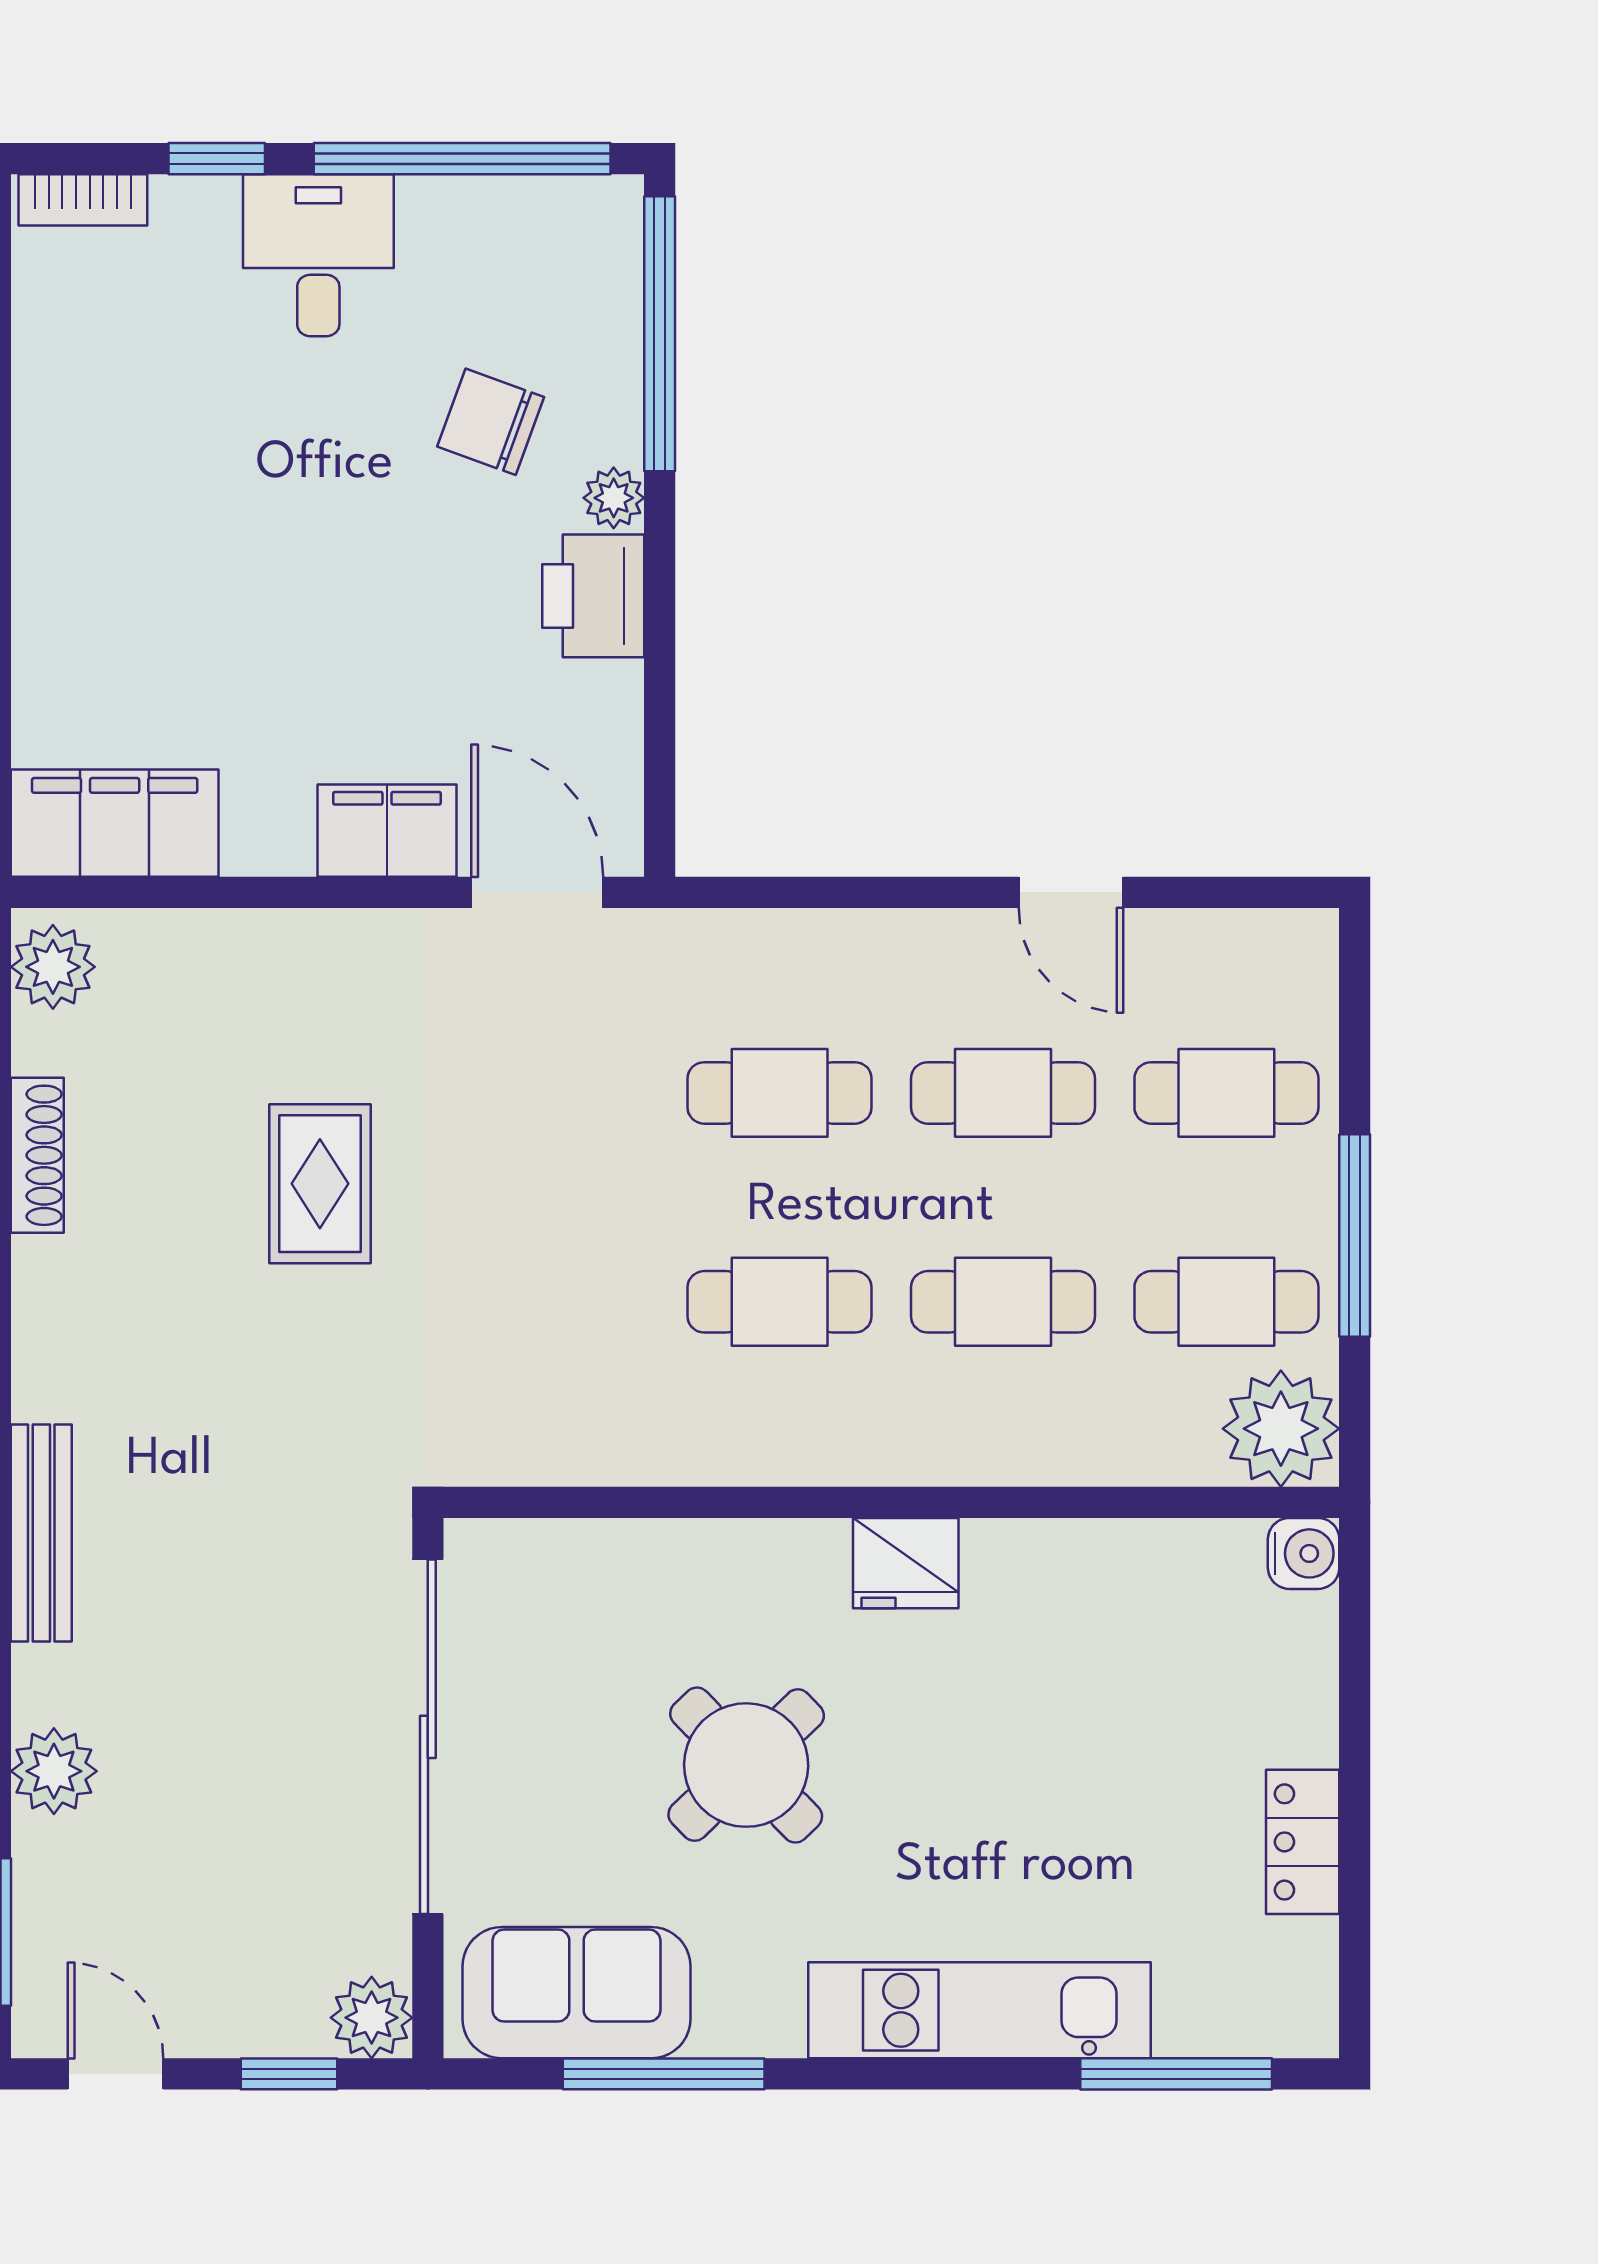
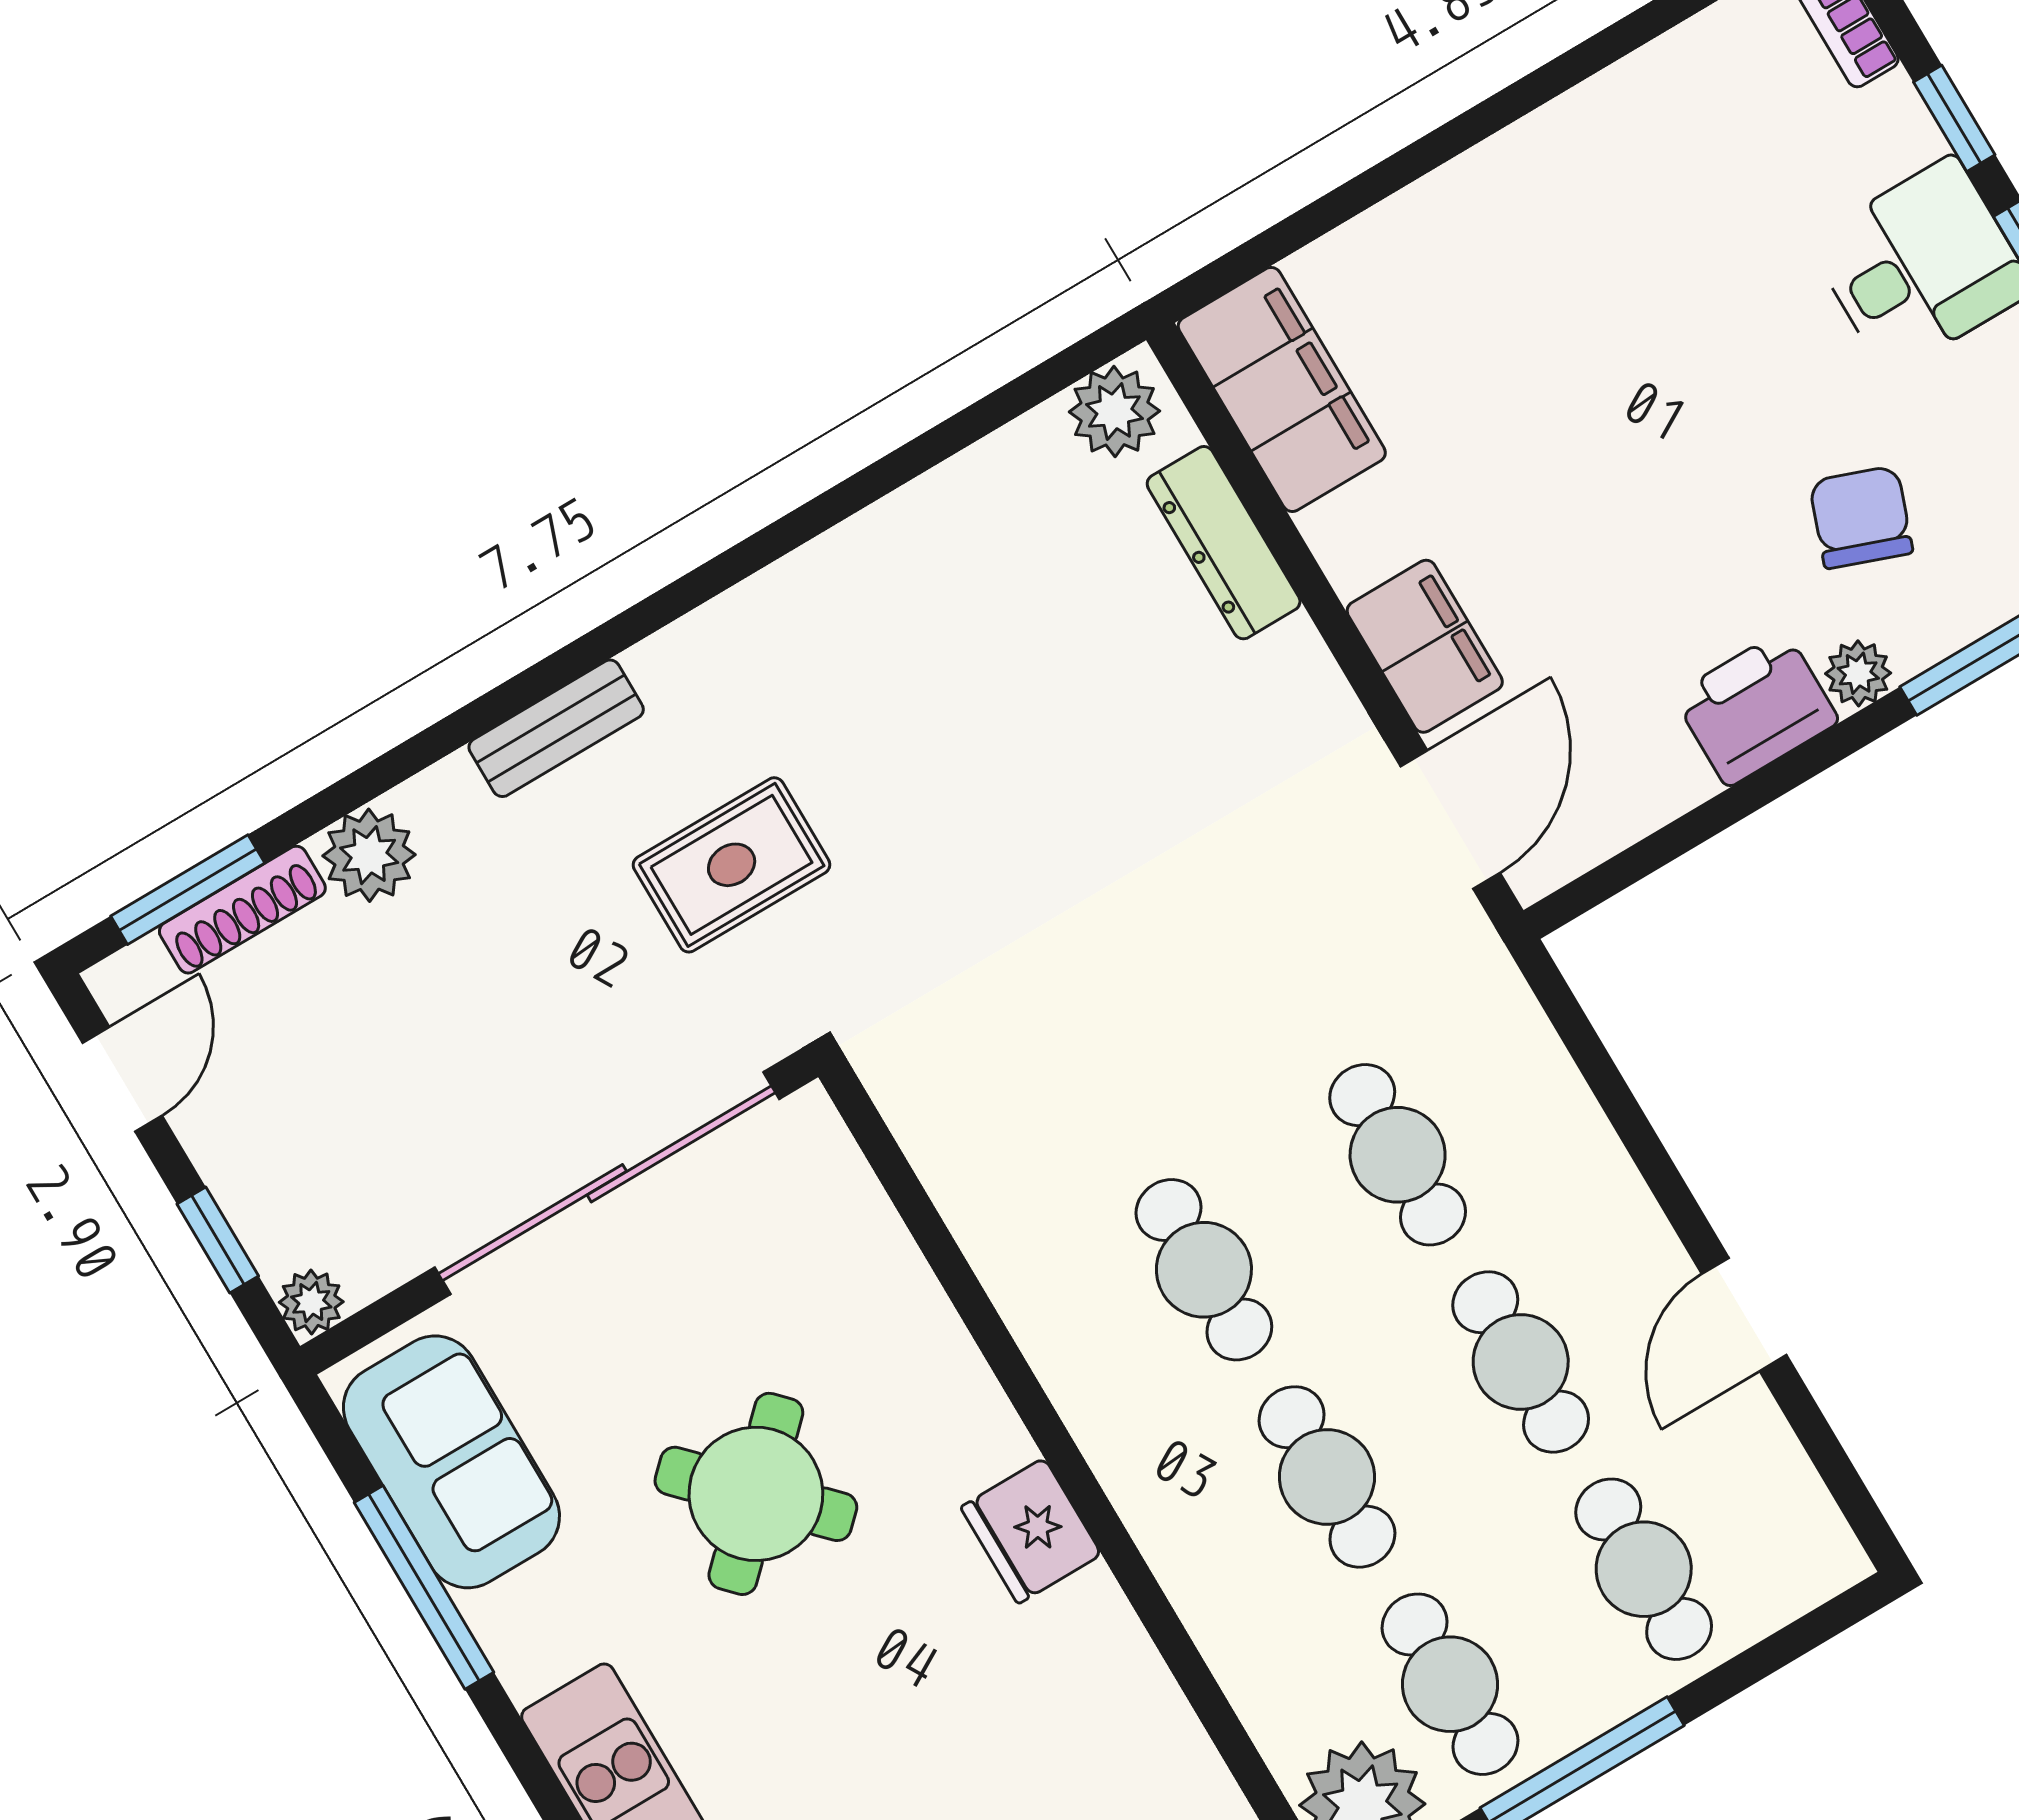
dresser: (209, 942) -> (1224, 543), added
shoe rack: (37, 1155) -> (242, 910), moved
rug: (320, 1184) -> (732, 865), moved
bench: (41, 1533) -> (556, 728), width x0.73
plant: (372, 2018) -> (311, 1302), width x0.73, depth x0.73

